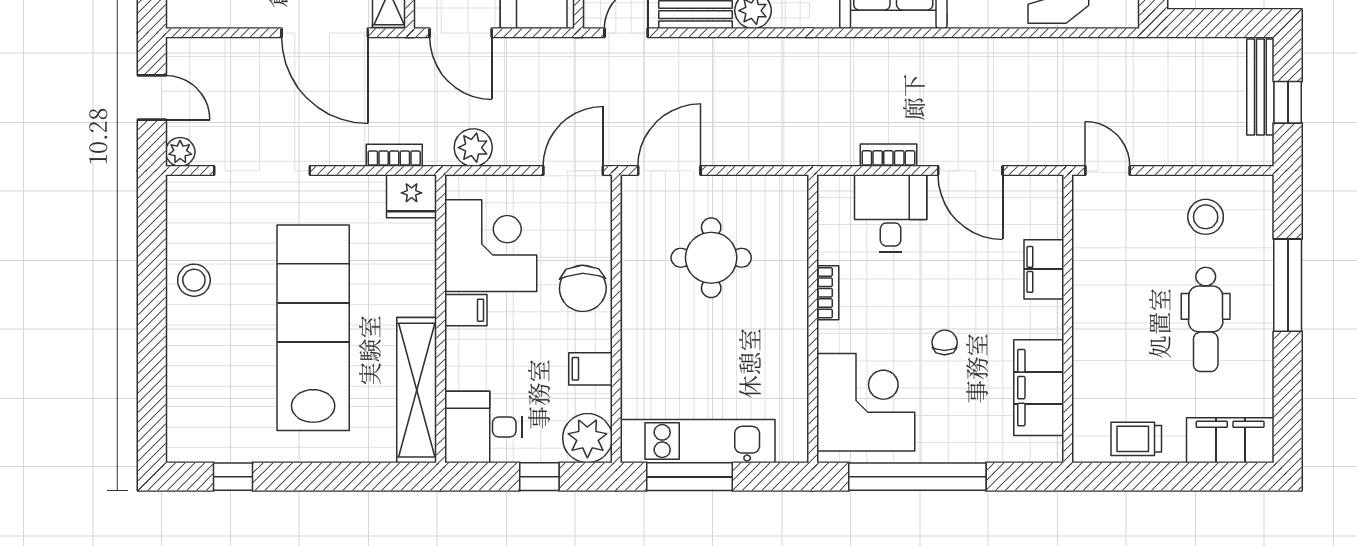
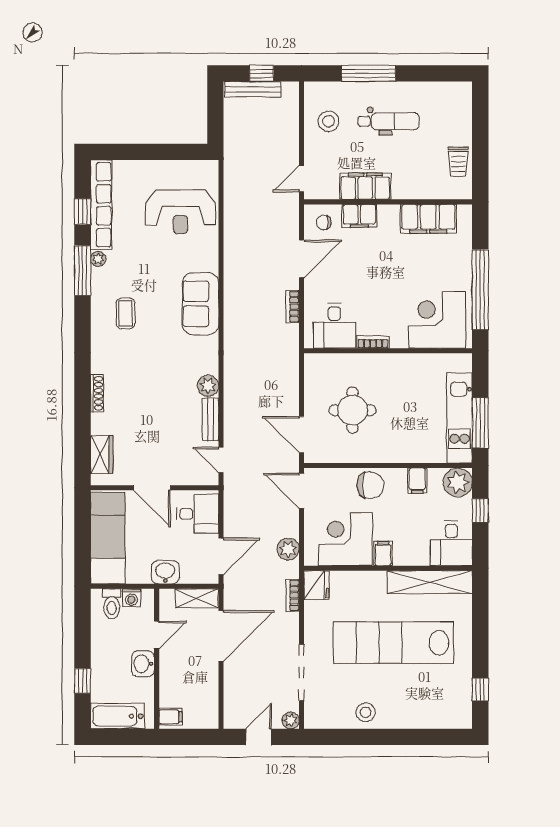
desk: (891, 214) -> (334, 326), moved, turned -90
chair: (945, 342) -> (324, 223), moved
filing cabinet: (1230, 440) -> (365, 186), moved, turned 90

